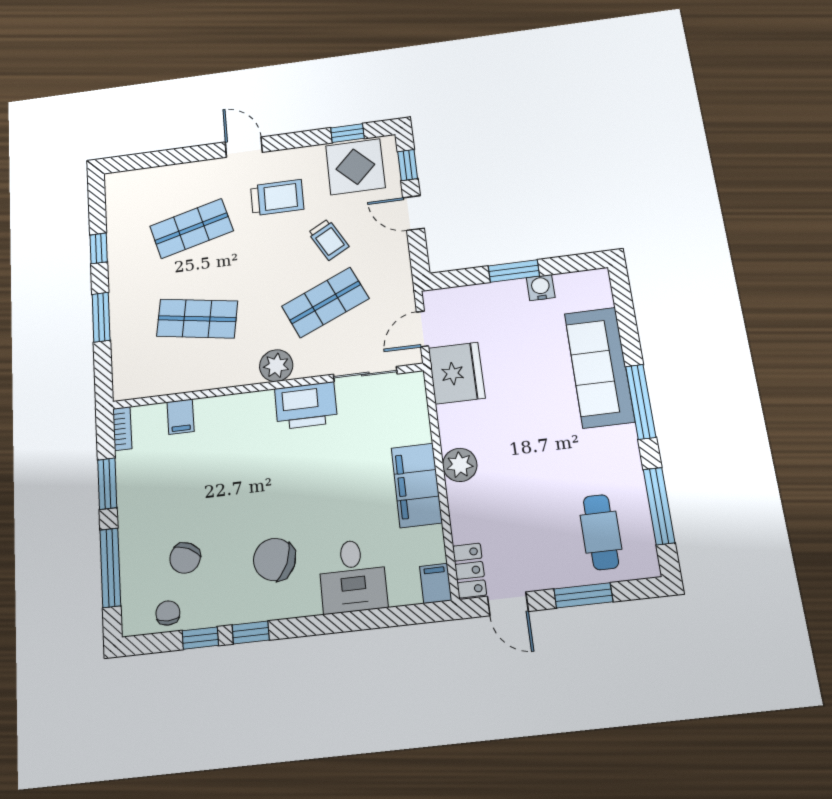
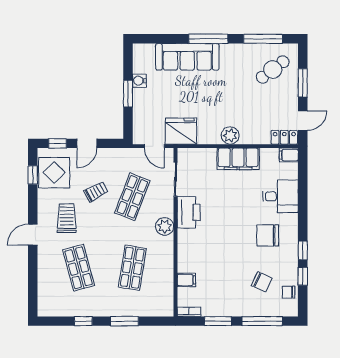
shop shelf: (325, 302) -> (132, 197), turned 45
cafe table: (601, 532) -> (273, 69), turned -37
chair: (274, 559) -> (268, 235), turned 67

